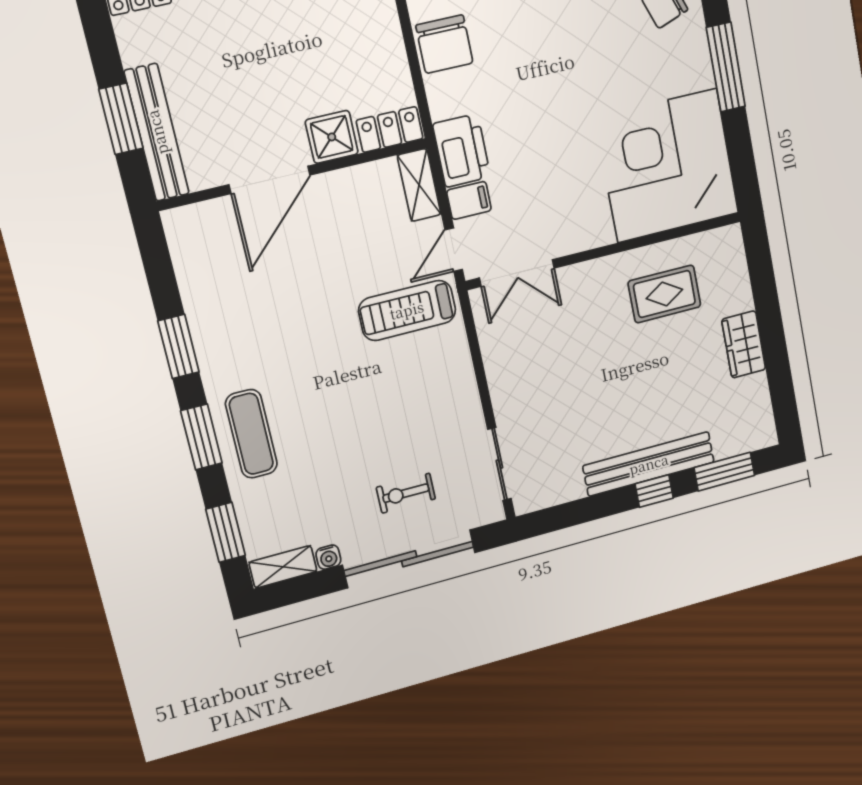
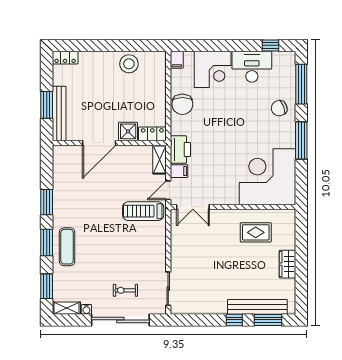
bench: (649, 464) -> (257, 307), moved

